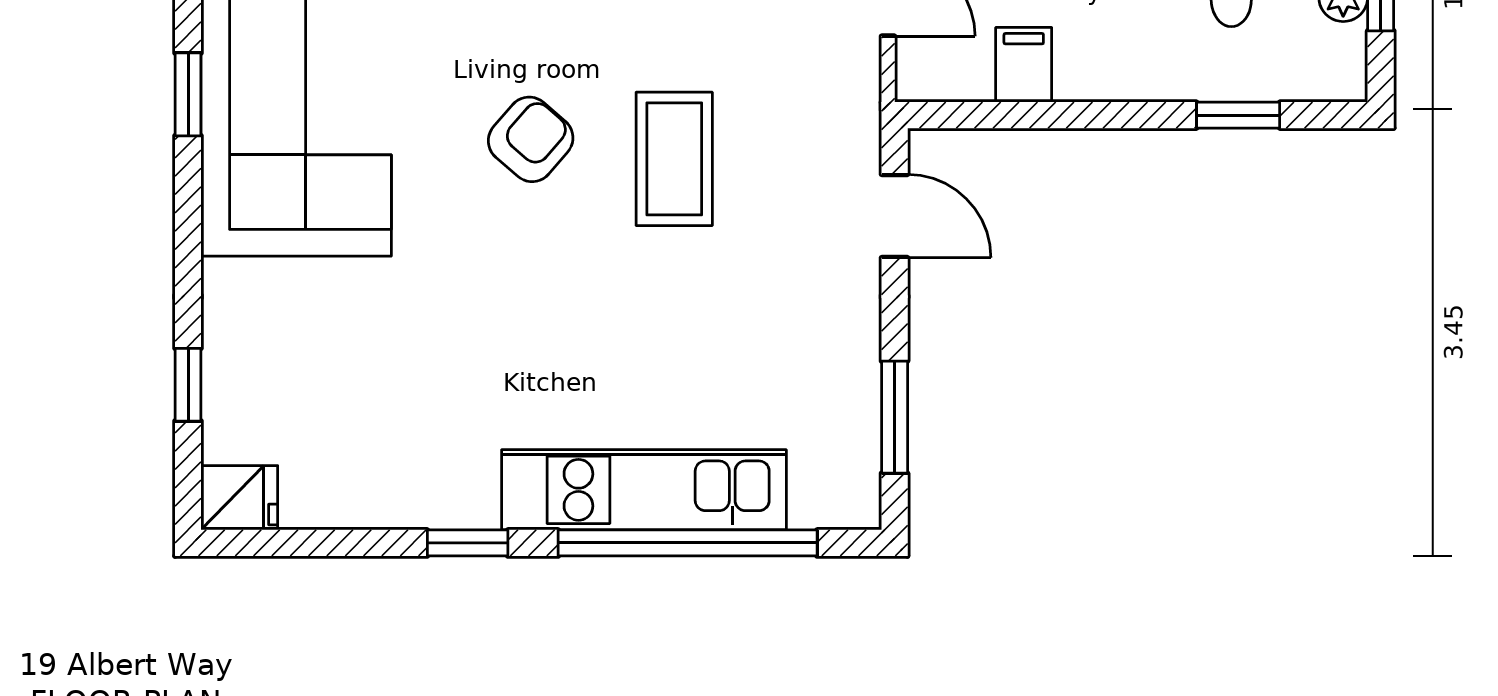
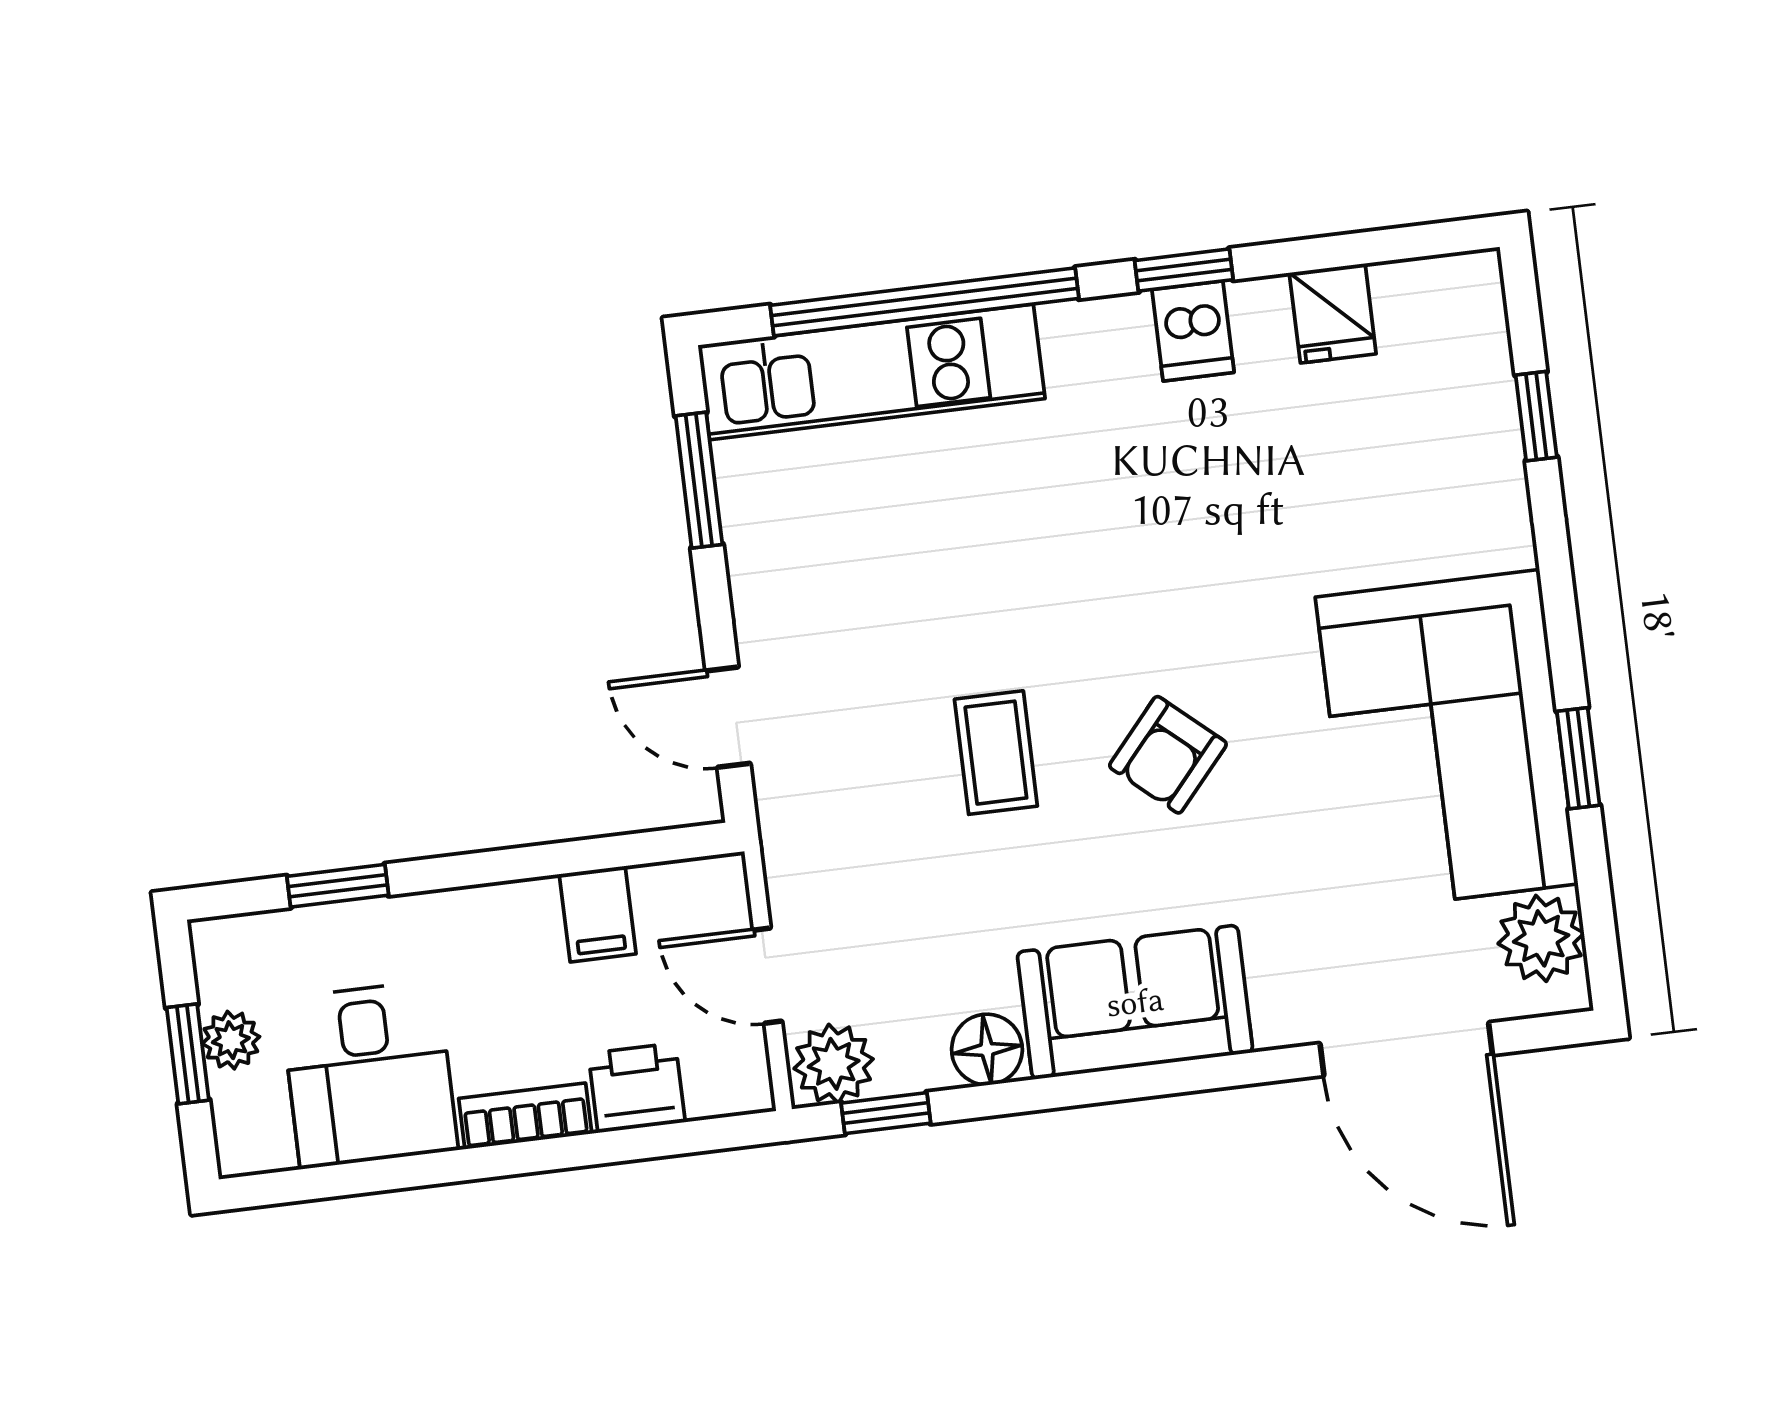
coffee table: (674, 159) -> (996, 753), width x0.73, depth x0.77
kitchen unit: (644, 490) -> (871, 372), moved
dishwasher: (466, 491) -> (1193, 331), added
fridge: (239, 498) -> (1333, 313), moved, turned -90

